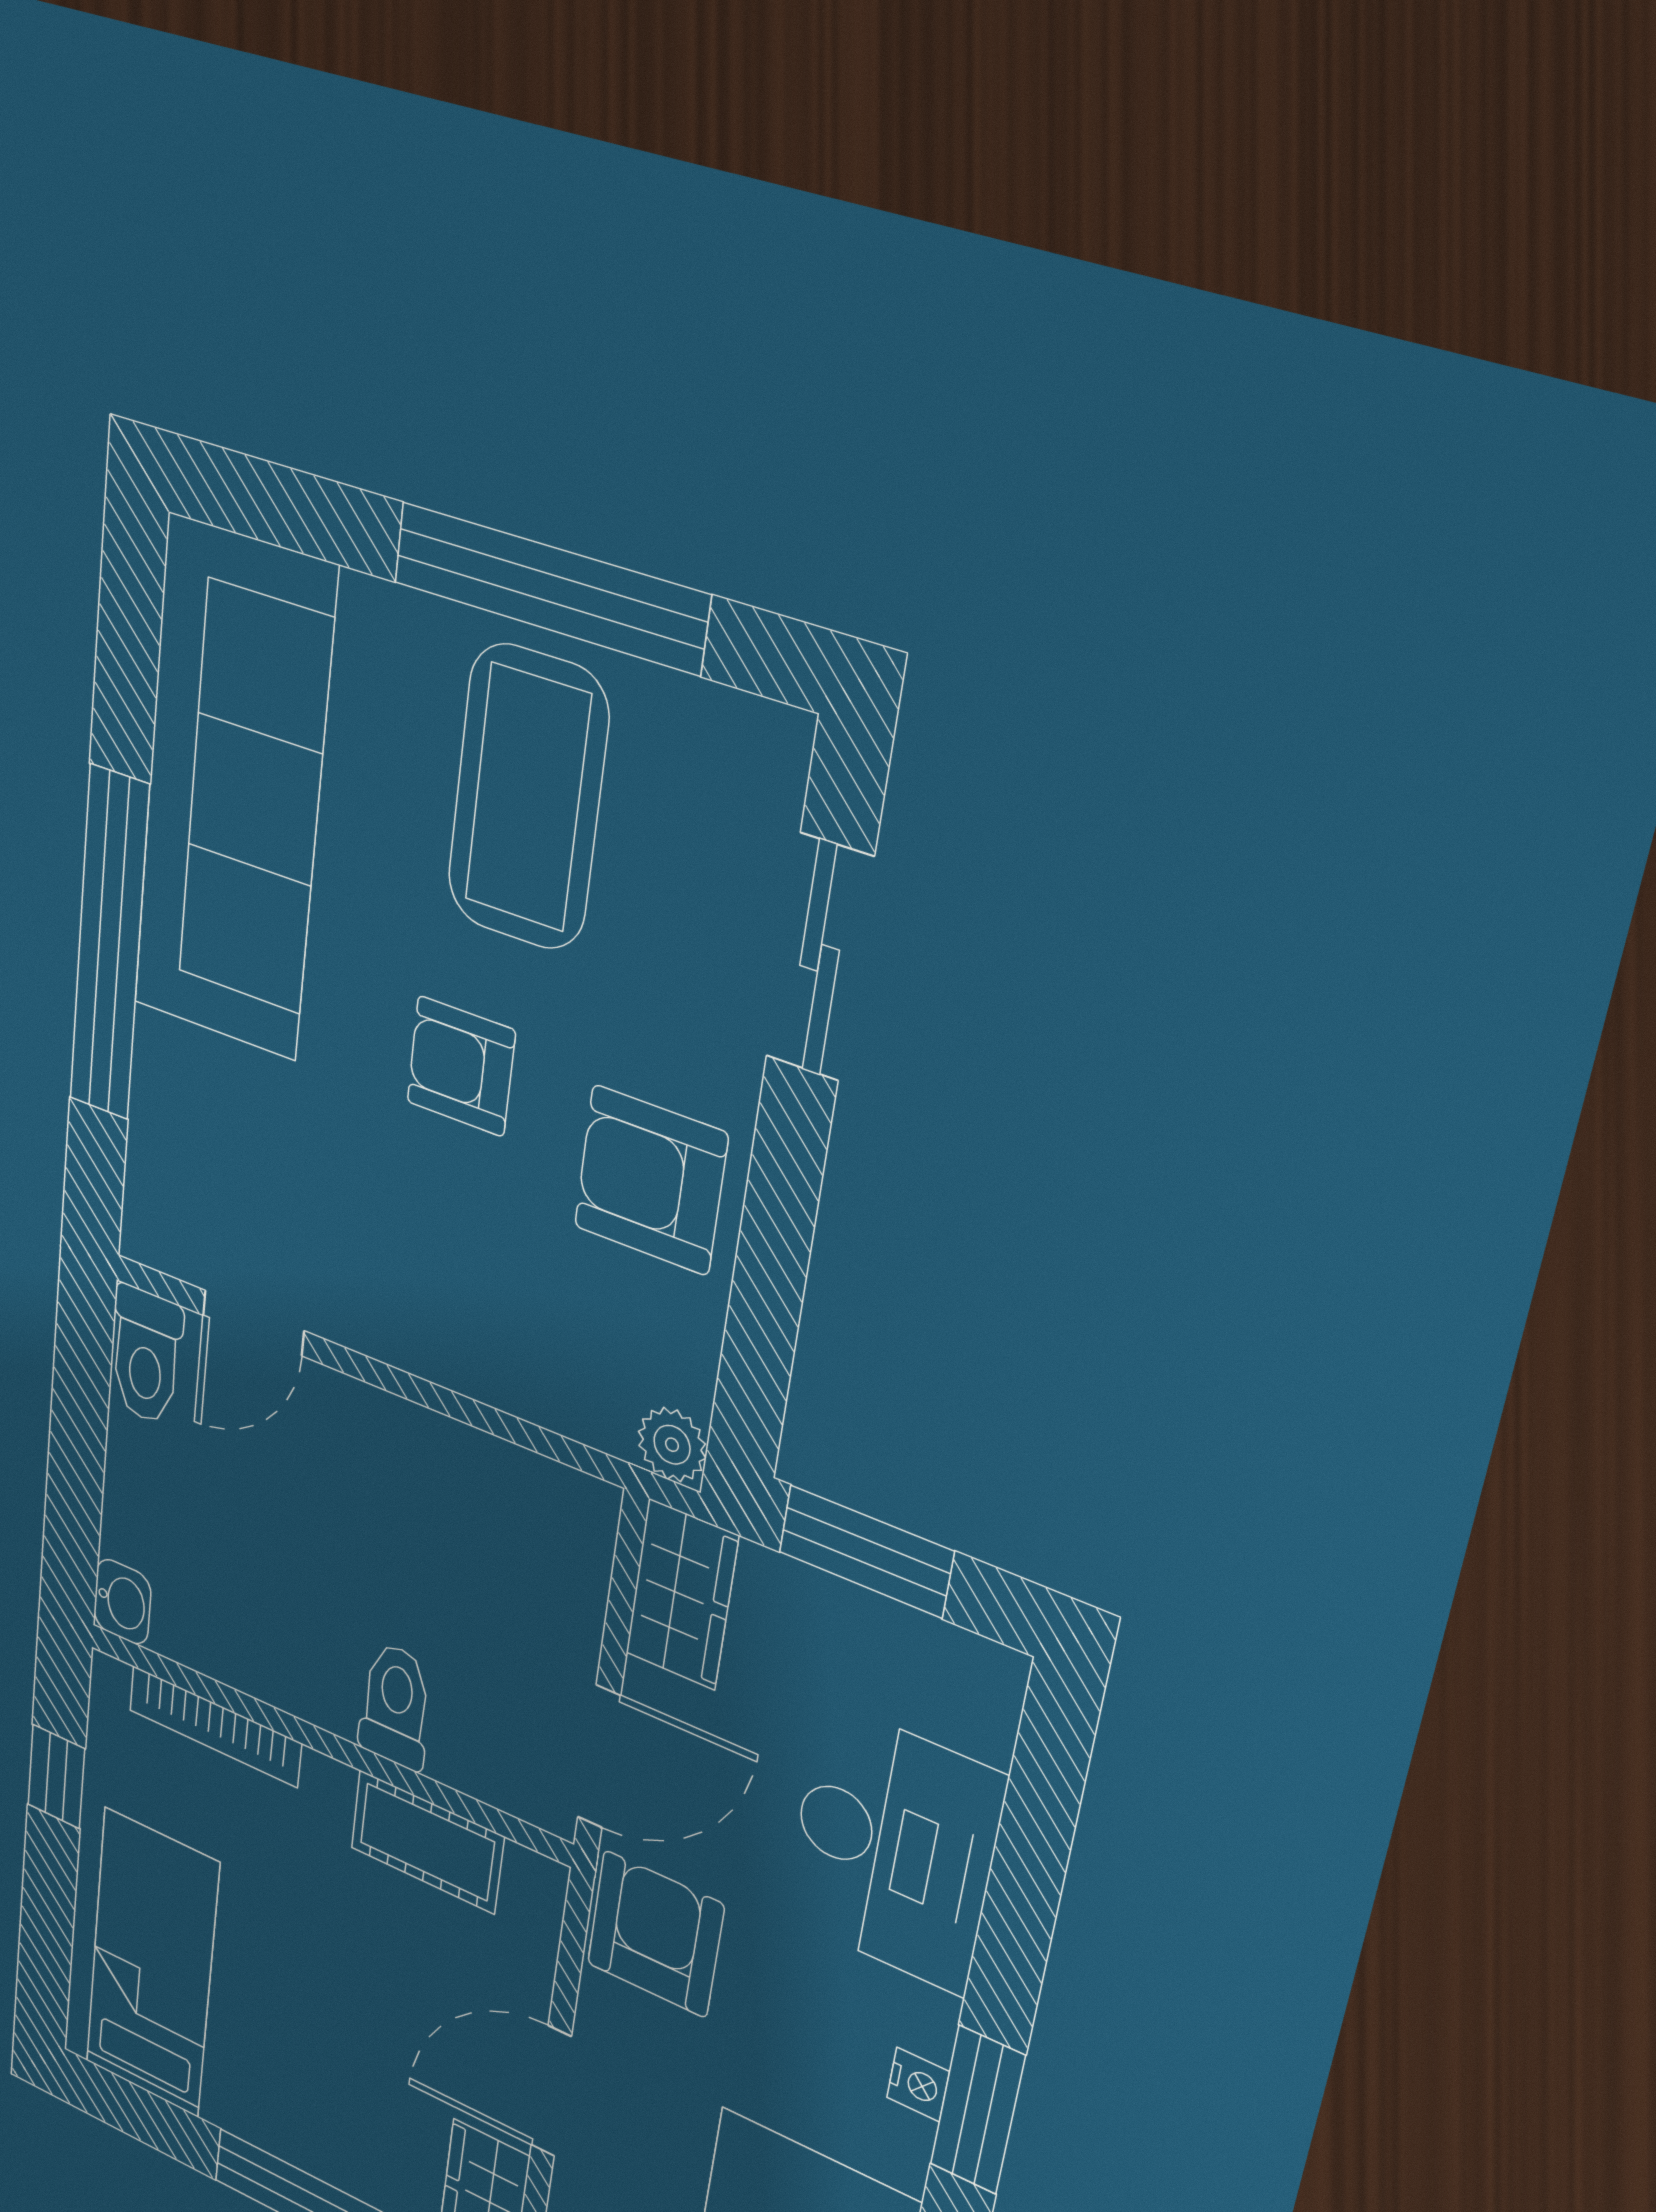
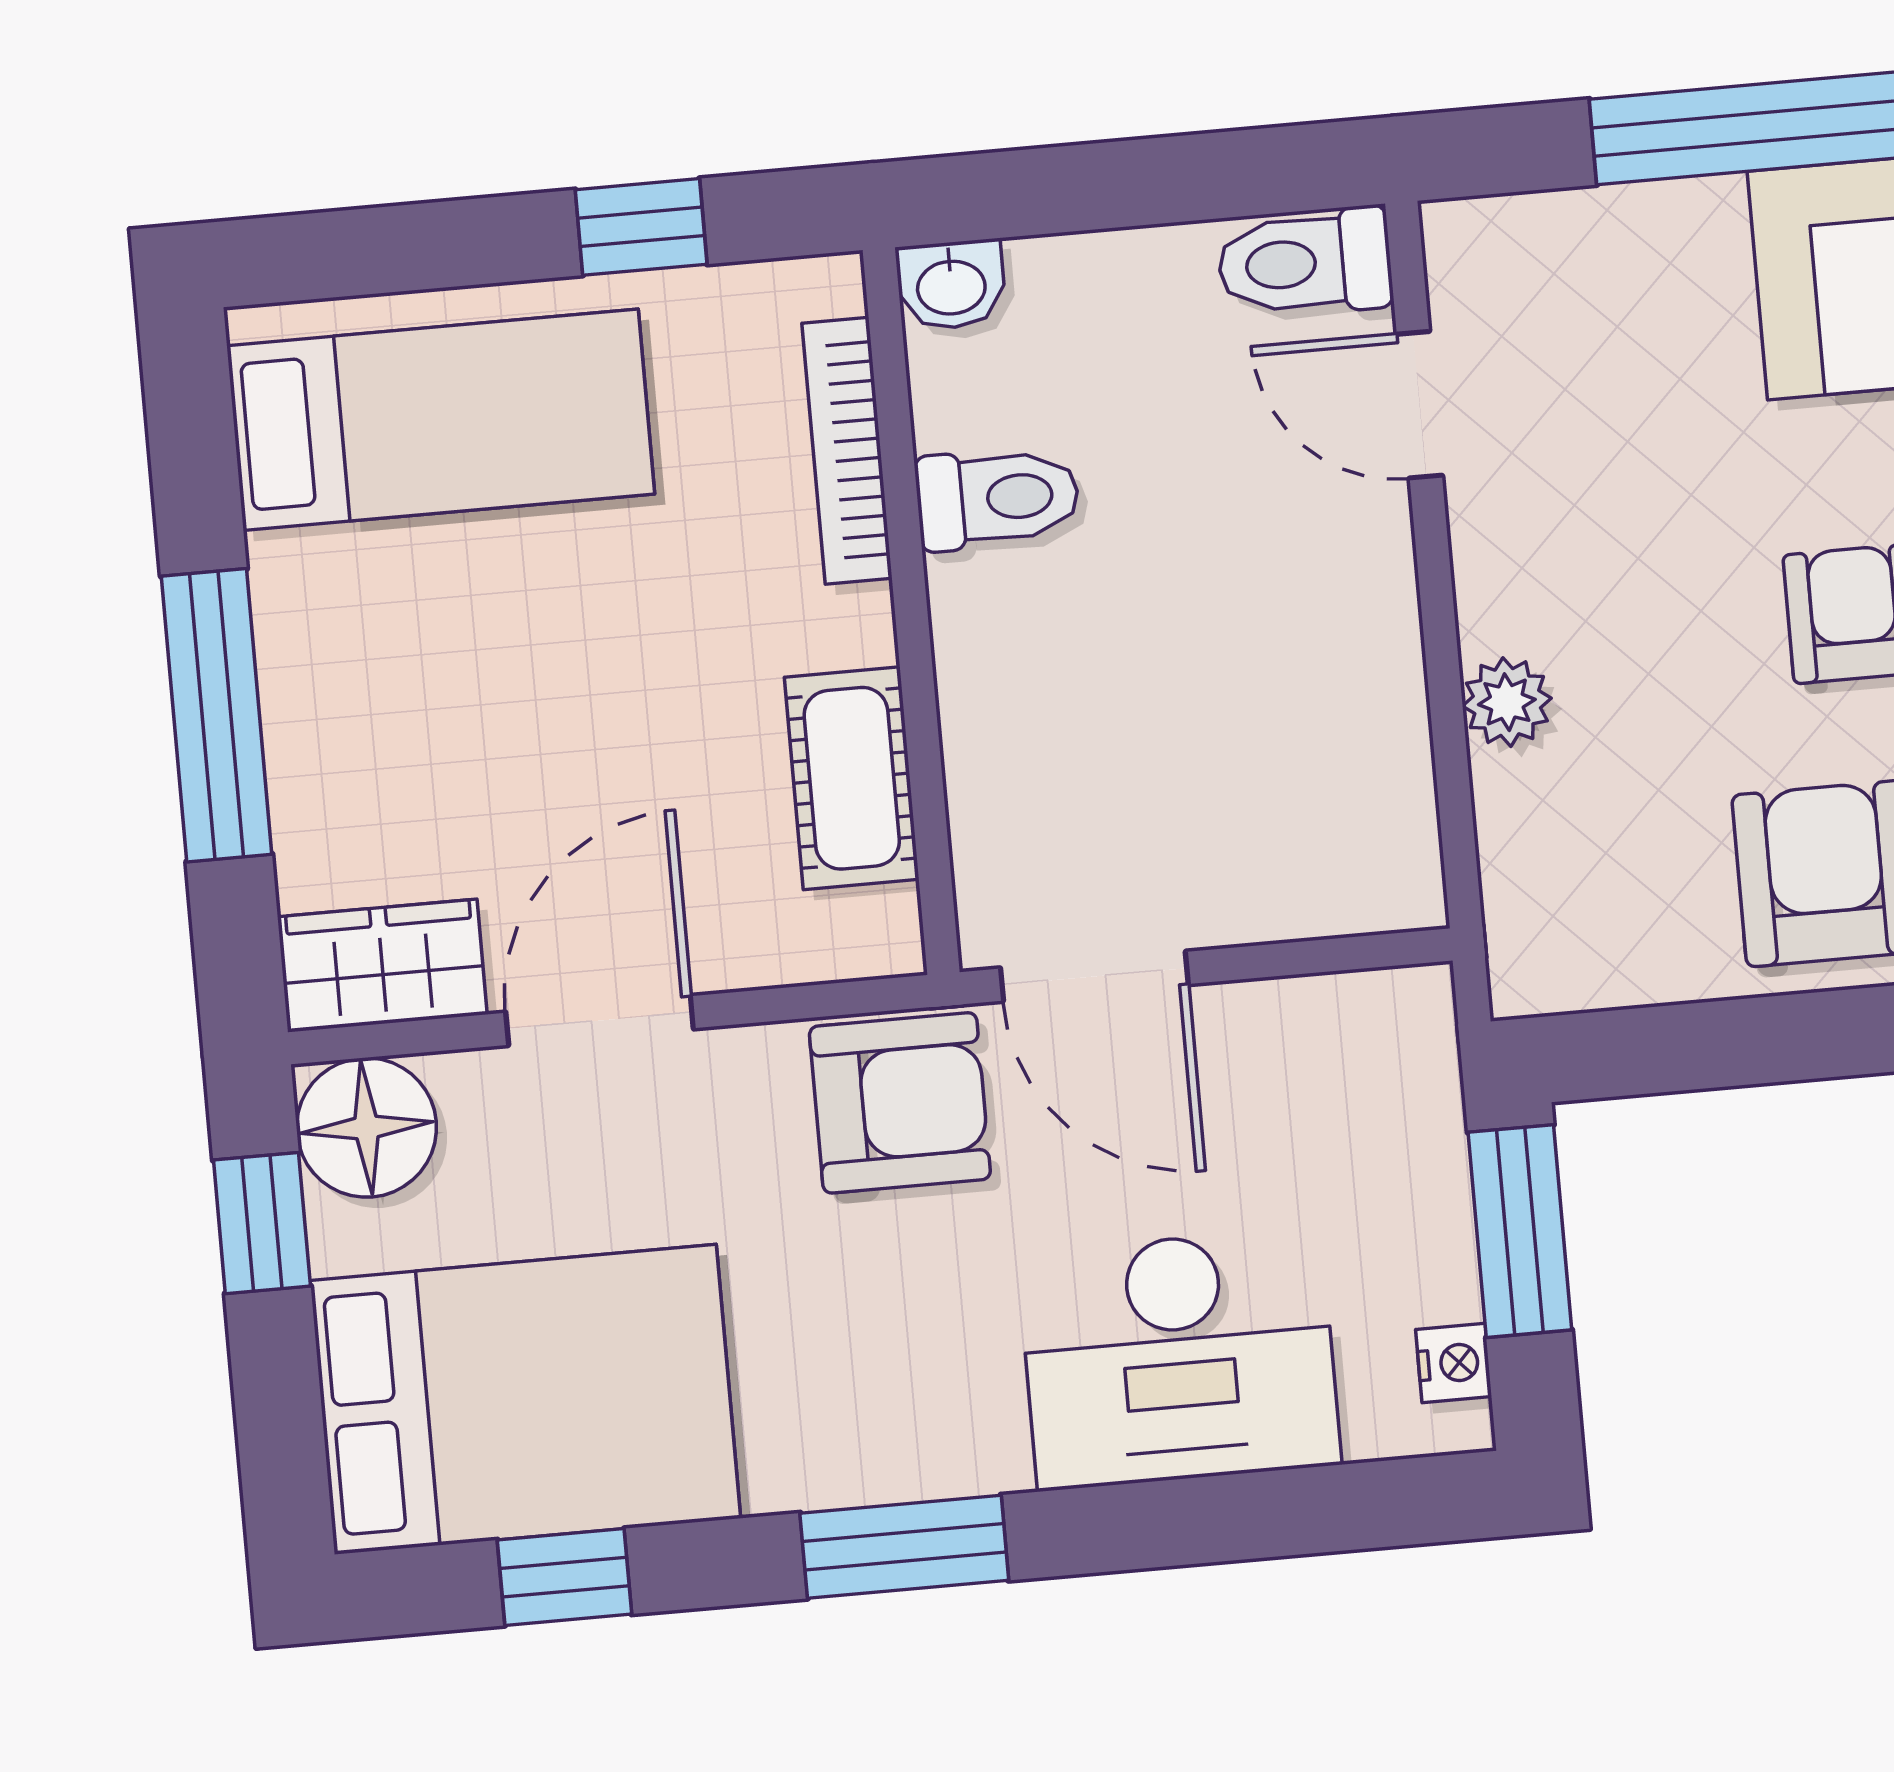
plant: (672, 1445) -> (1507, 702), moved
wardrobe: (682, 1595) -> (1355, 1029), removed
toilet: (395, 1705) -> (997, 498), moved
nightstand: (918, 2085) -> (1454, 1363), moved, turned -90
door: (551, 2091) -> (600, 1020), hinge flipped

